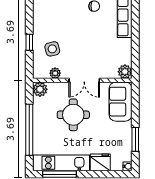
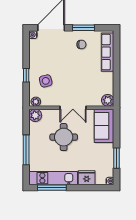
plant: (55, 73) -> (36, 102), moved
window: (29, 130) -> (26, 150), width x0.68

